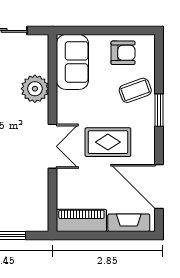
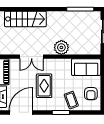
plant: (35, 89) -> (61, 47), moved
double door: (53, 146) -> (32, 57), moved

